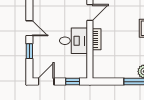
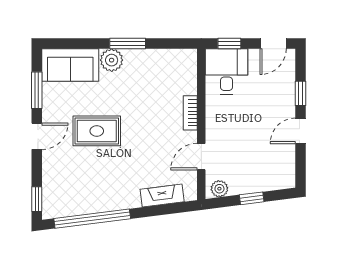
door: (29, 28) -> (300, 131), hinge flipped
desk: (74, 41) -> (227, 71), moved, turned 90

